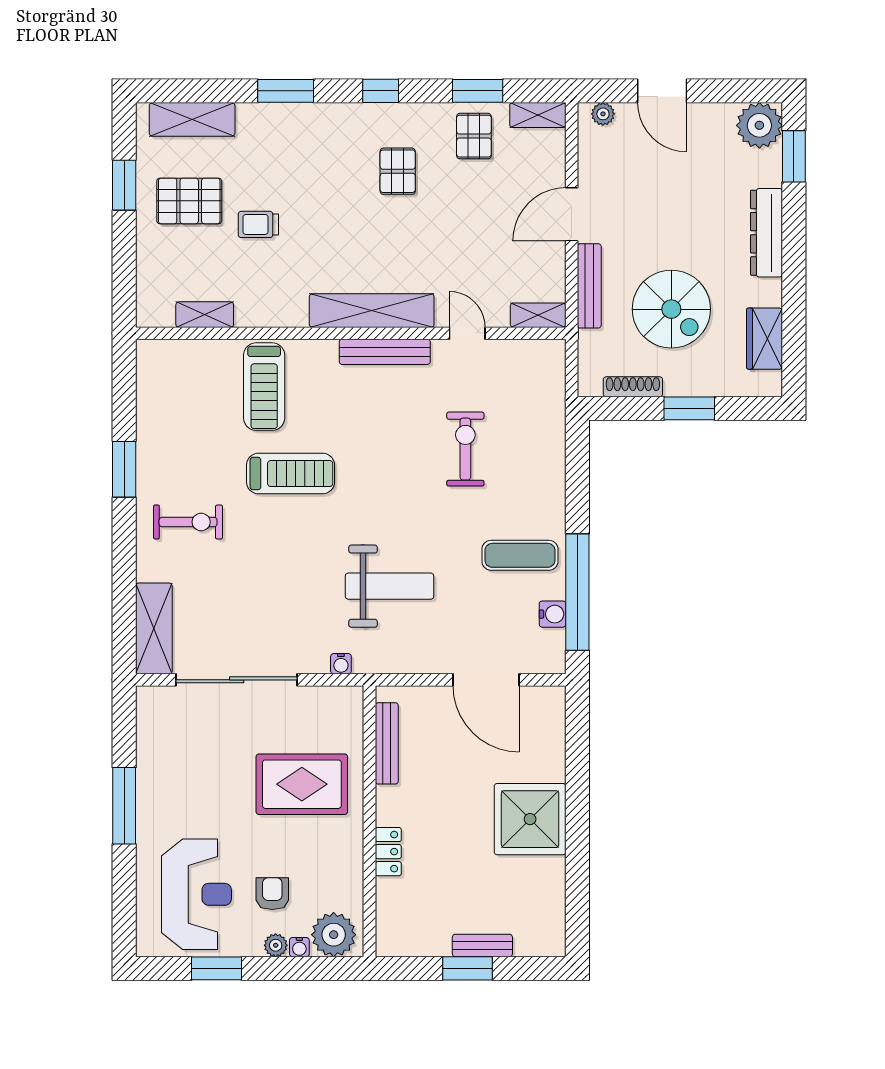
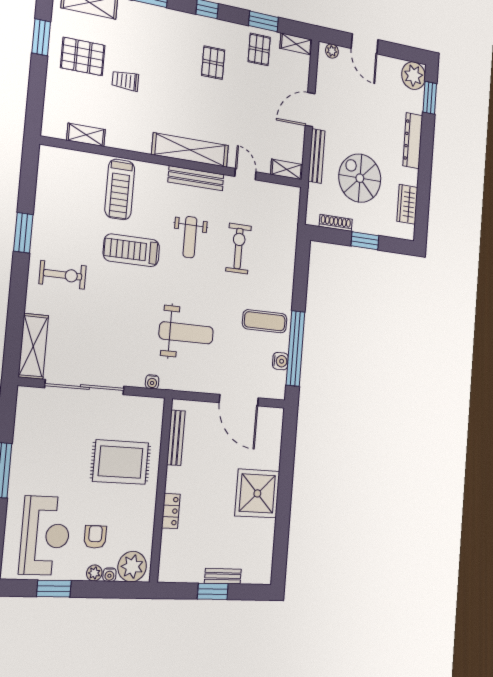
spiral stairs: (671, 309) -> (360, 178), turned 180
weight bench: (383, 442) -> (190, 237), added
treadmill: (291, 474) -> (131, 250), turned 180

